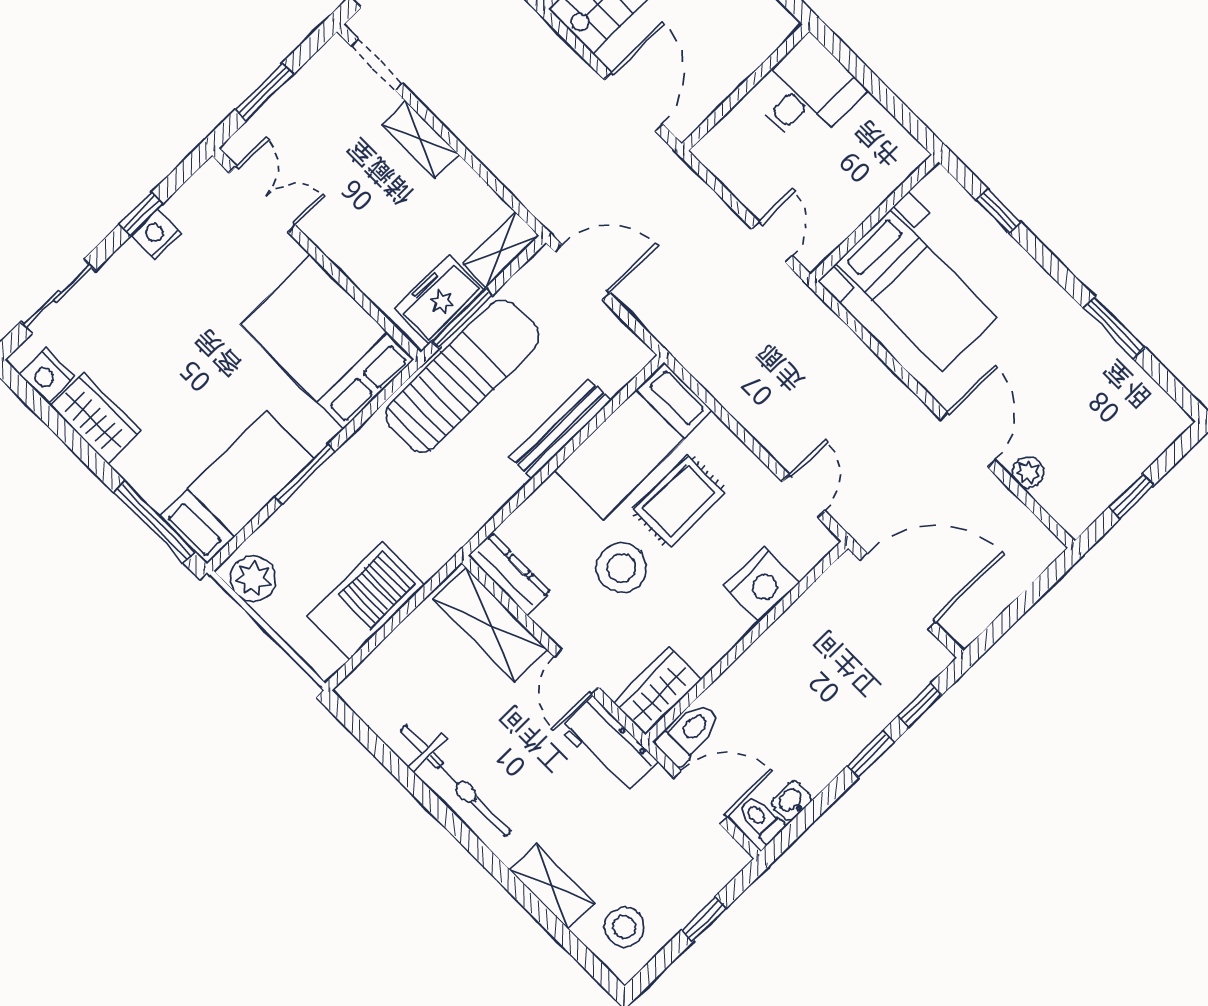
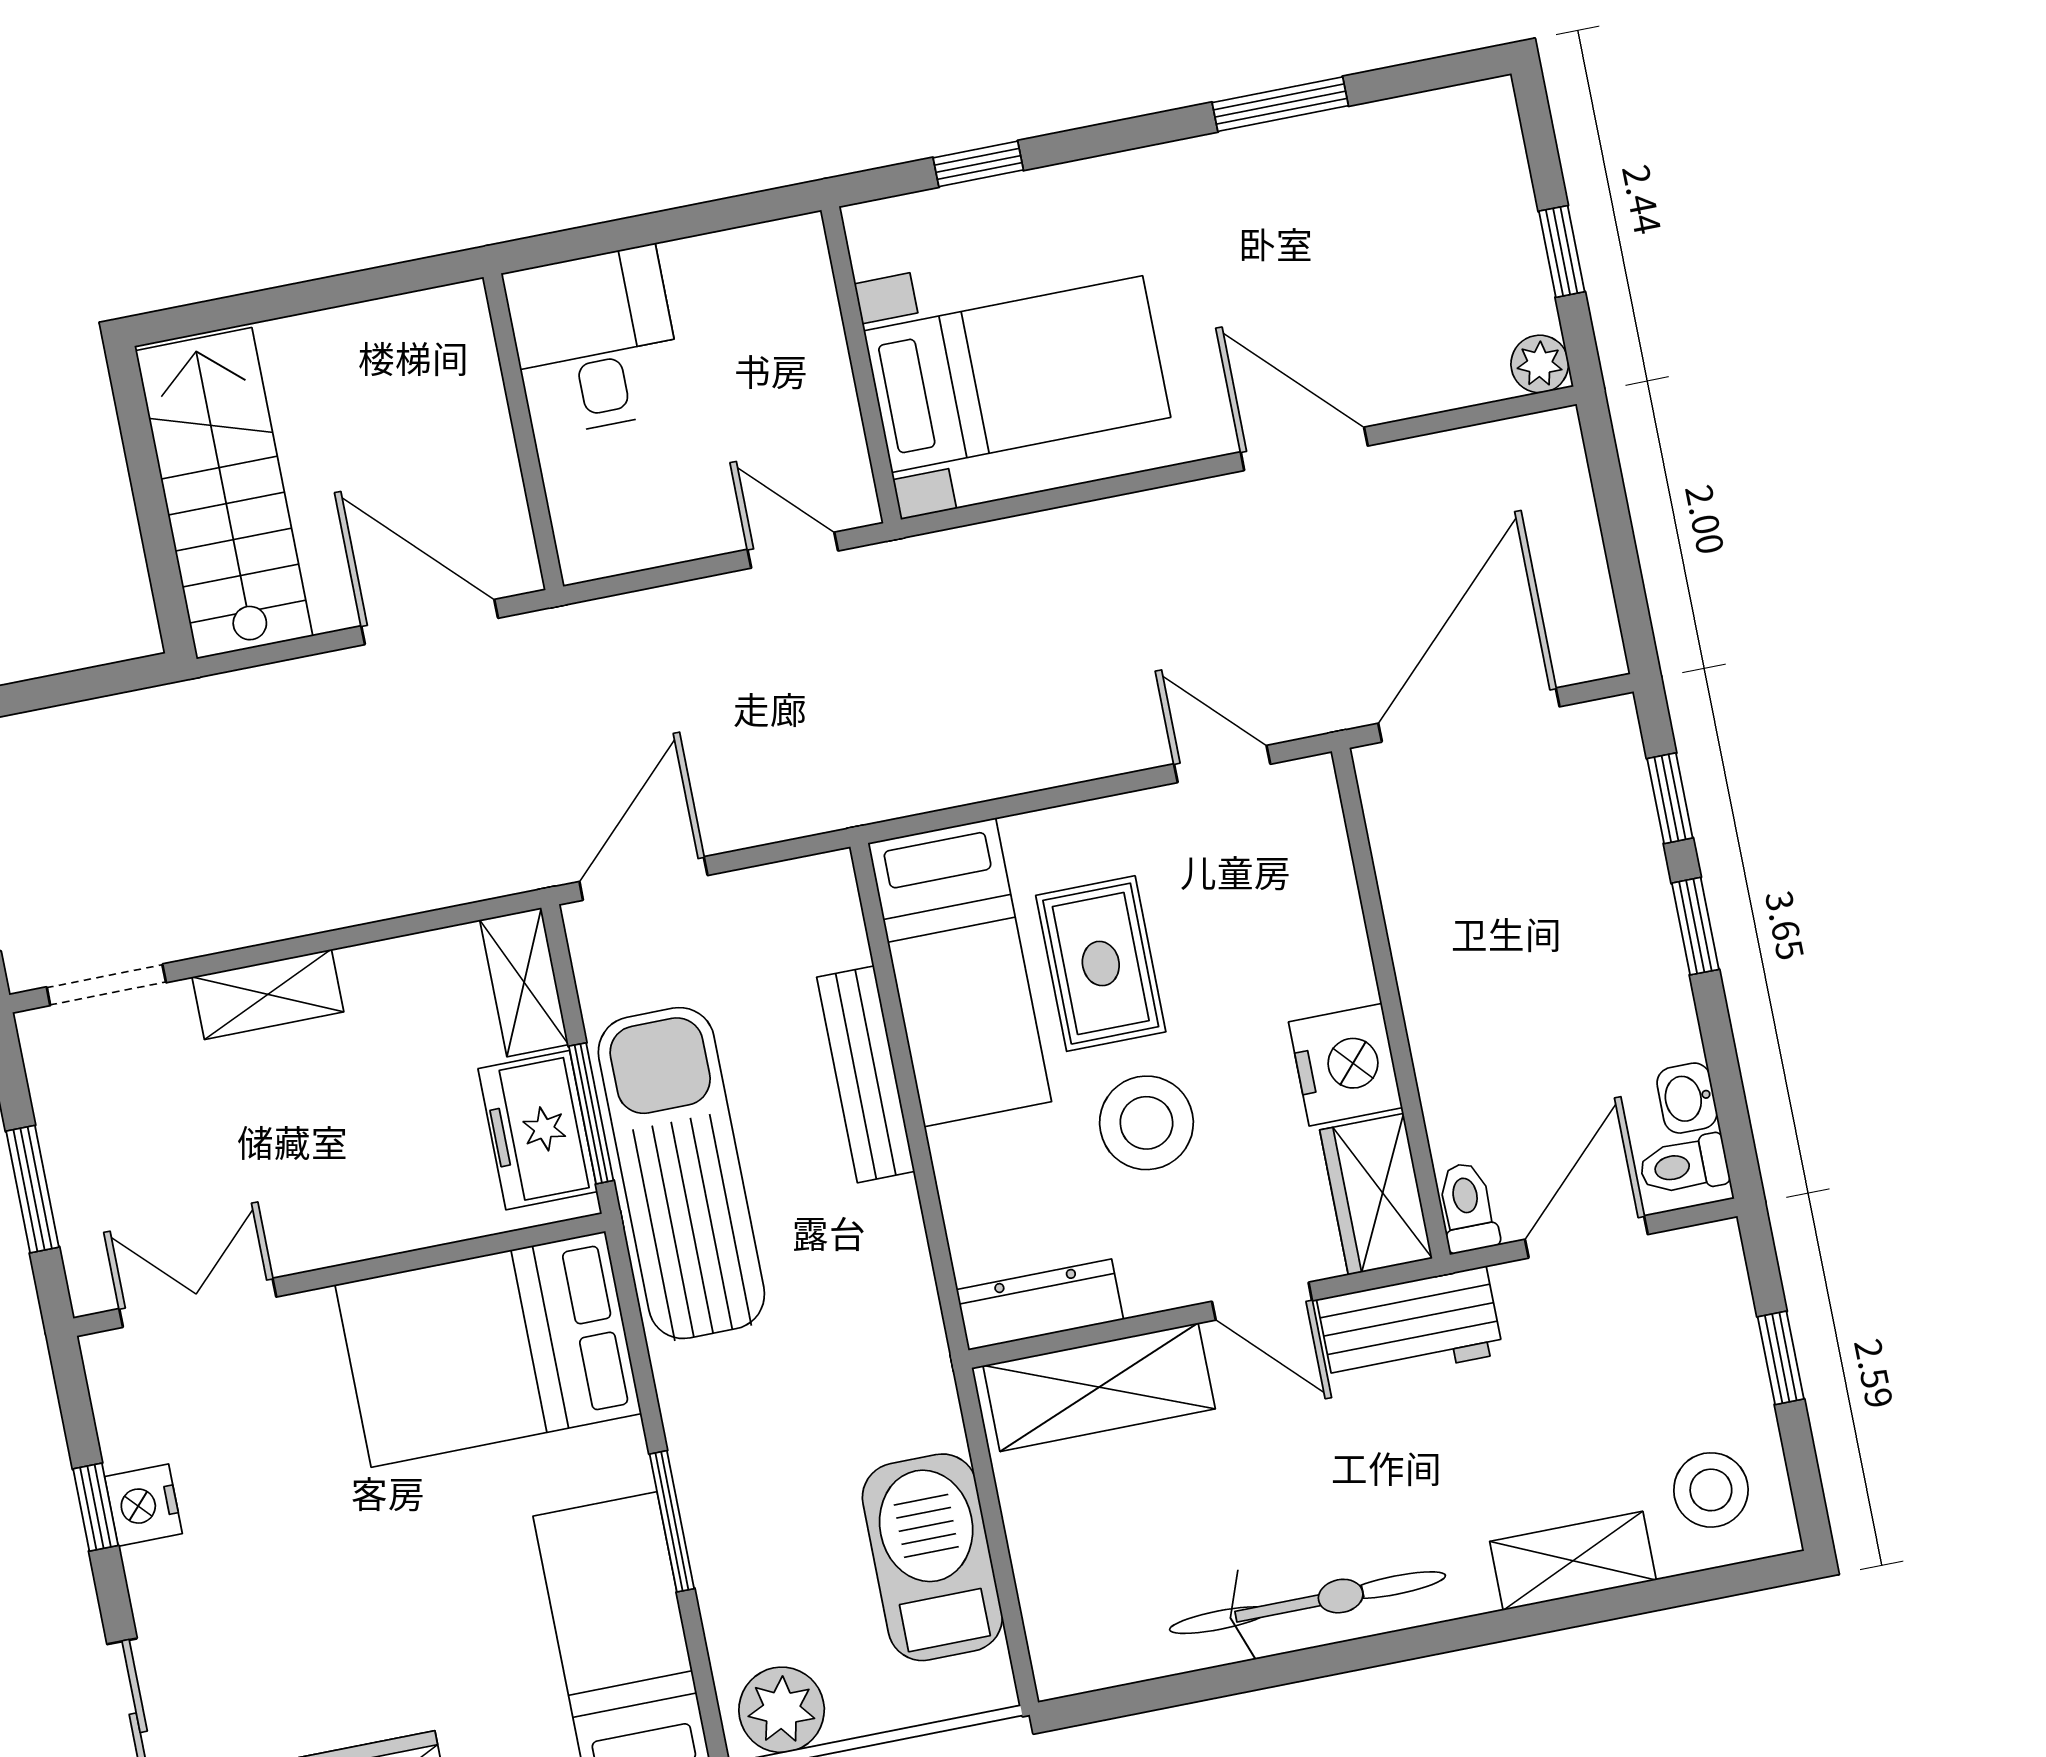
plant: (1028, 472) -> (1540, 364), moved
nightstand: (762, 584) -> (1346, 1065), moved
toilet: (688, 733) -> (1467, 1207), width x0.73, depth x0.72

